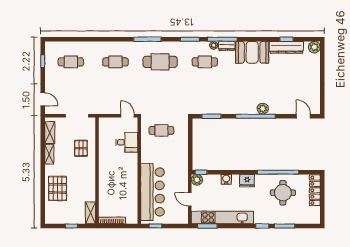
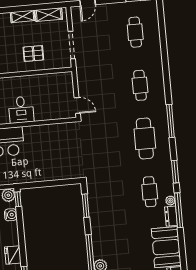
door: (127, 116) -> (77, 105), hinge flipped
cafe table: (161, 130) -> (63, 147), removed
desk: (127, 142) -> (21, 110), moved
water cooler: (226, 179) -> (11, 215), moved

